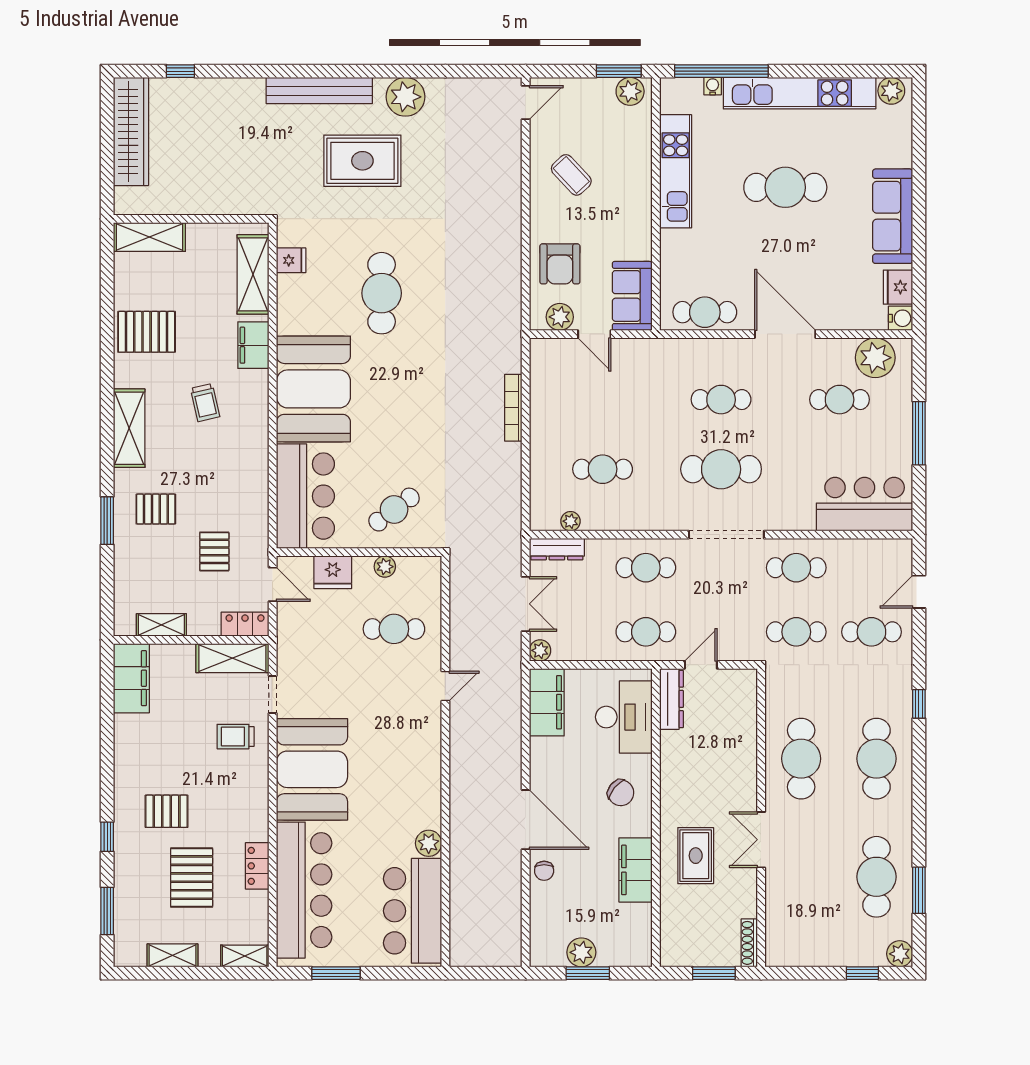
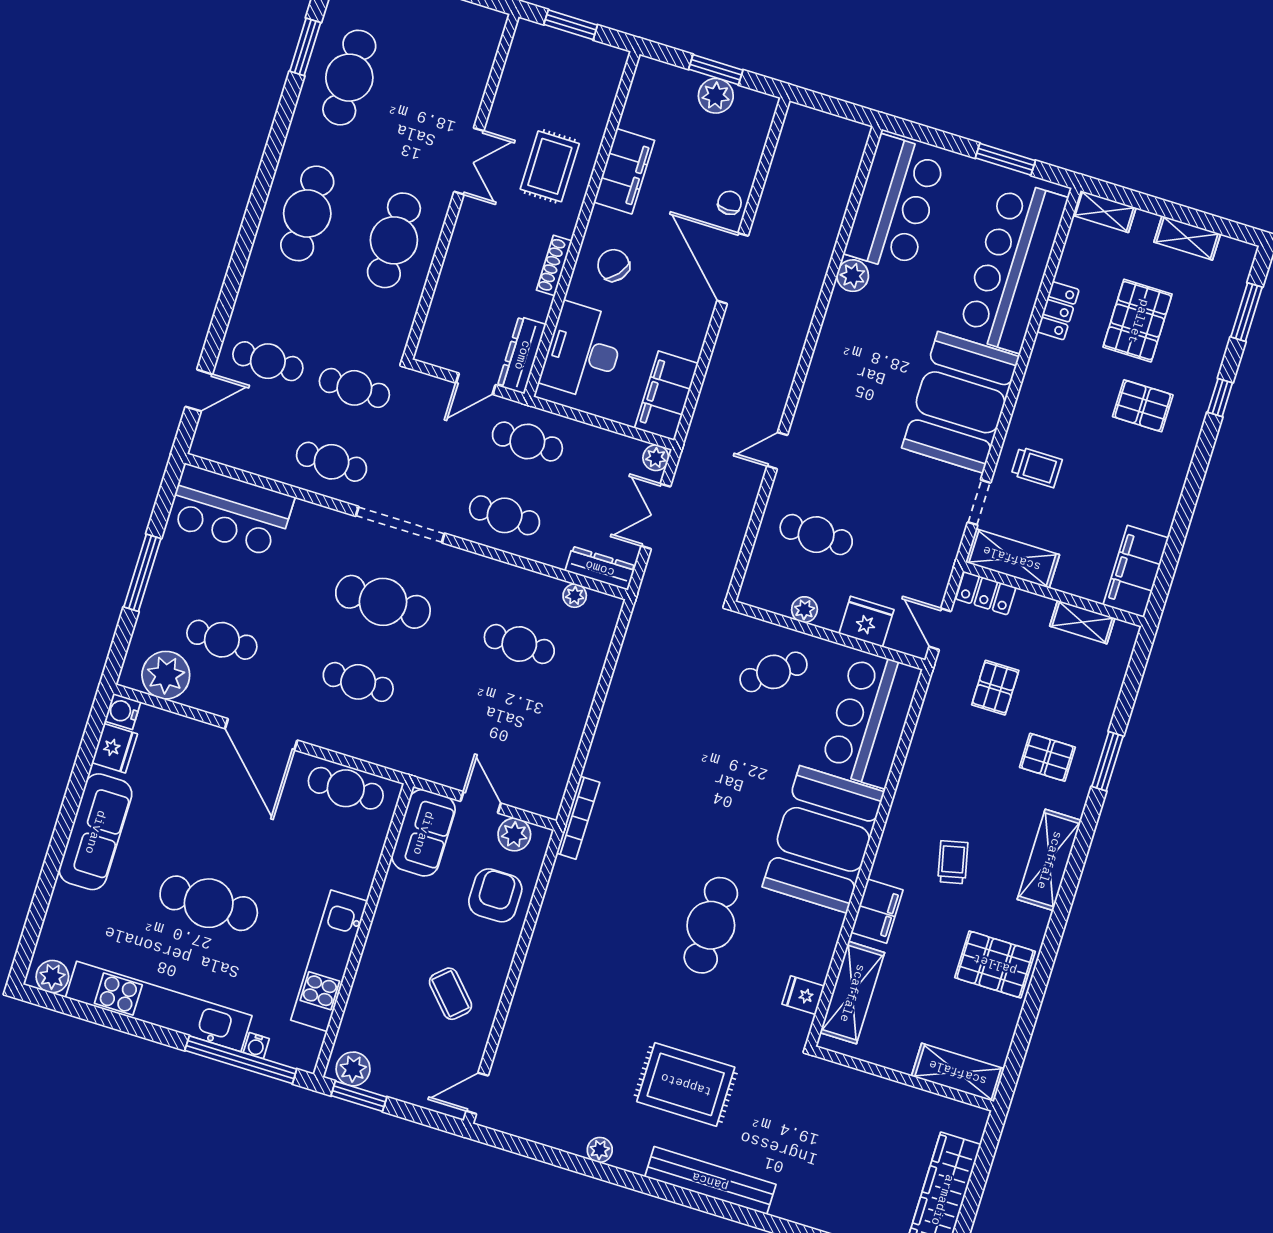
plant: (405, 97) -> (600, 1150), width x0.53, depth x0.53
bookcase: (513, 408) -> (578, 818), moved
window: (919, 704) -> (239, 261), removed
shoe rack: (749, 943) -> (554, 266), moved, turned 180

